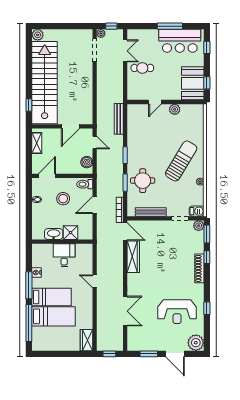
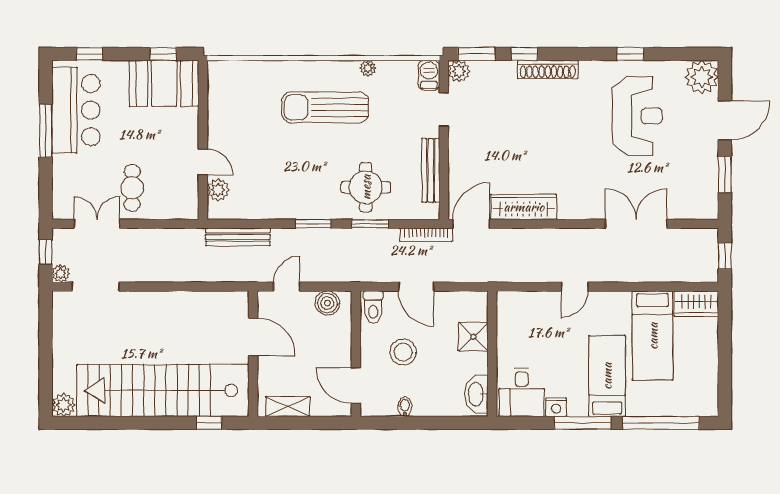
plant: (175, 109) -> (218, 190), moved
sun lounger: (181, 161) -> (325, 107), turned -31
washbasin: (54, 234) -> (476, 394), moved
desk: (64, 255) -> (522, 392), moved, turned -90
bed: (54, 316) -> (653, 336), moved, turned 180

